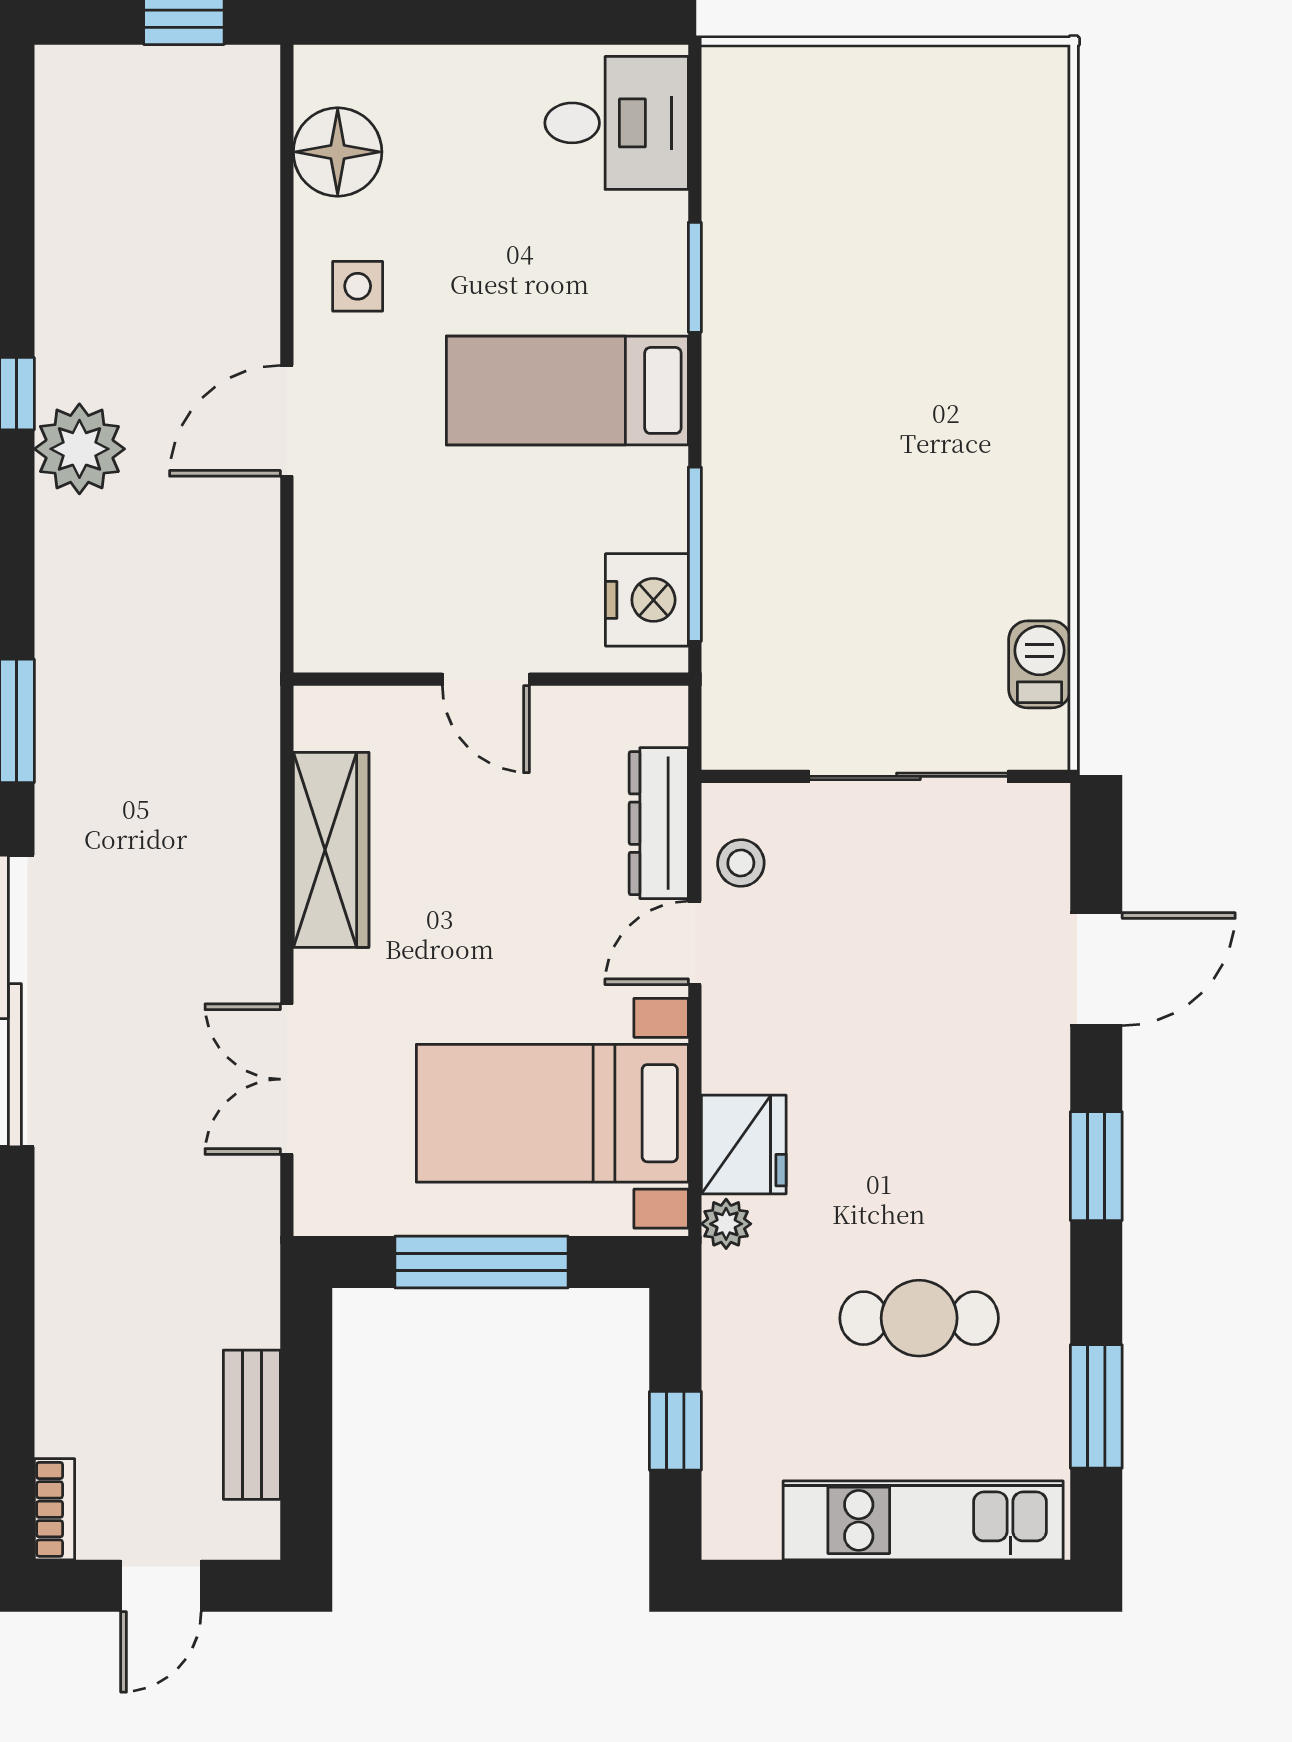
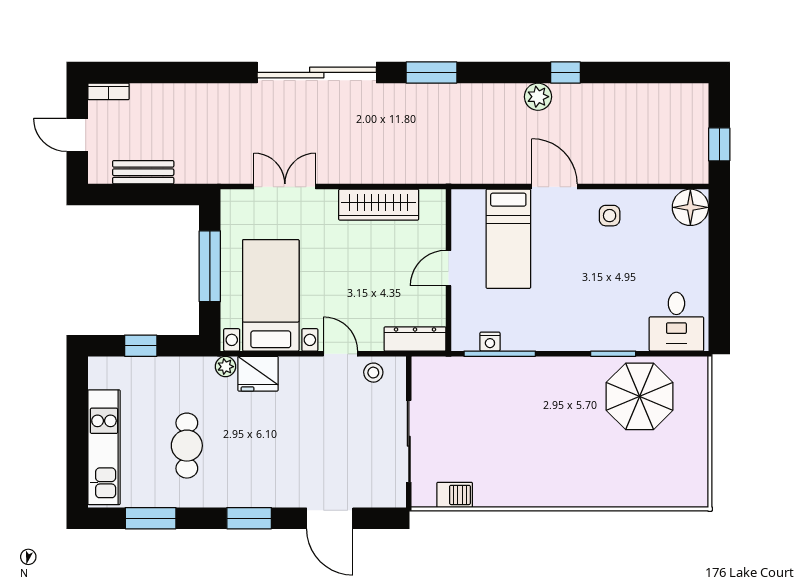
floor lamp: (338, 152) -> (690, 207), moved
parasol: (799, 213) -> (640, 396), added
bed: (567, 390) -> (508, 239), moved, turned 180
plant: (79, 449) -> (538, 97), width x0.73, depth x0.73
nightstand: (647, 600) -> (490, 342), width x0.53, depth x0.56
dresser: (659, 823) -> (415, 339), moved

